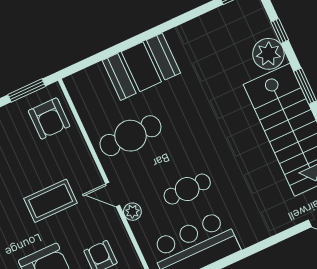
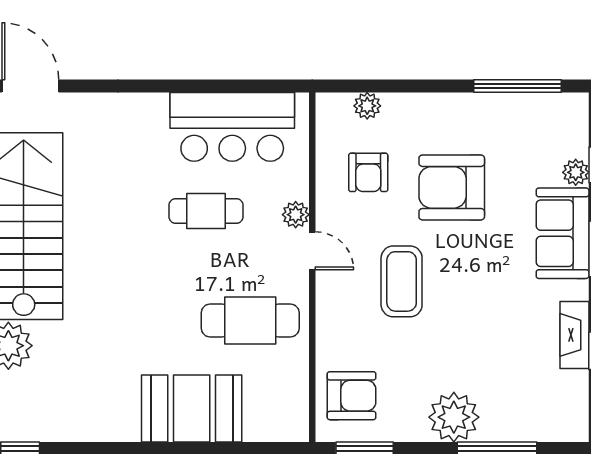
armchair: (49, 118) -> (352, 396), turned 90
coffee table: (51, 201) -> (402, 281), turned 90

